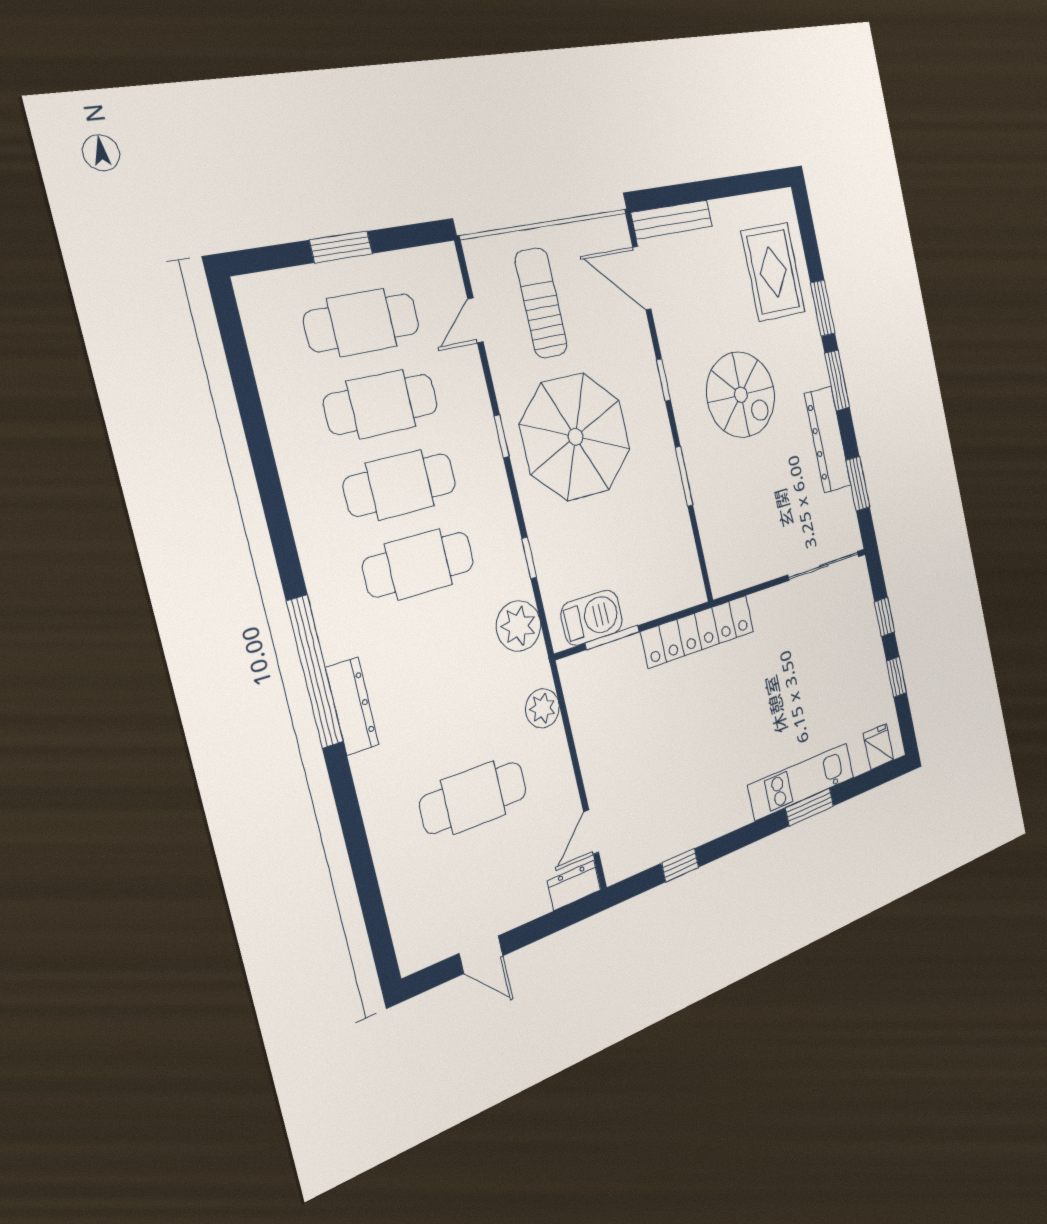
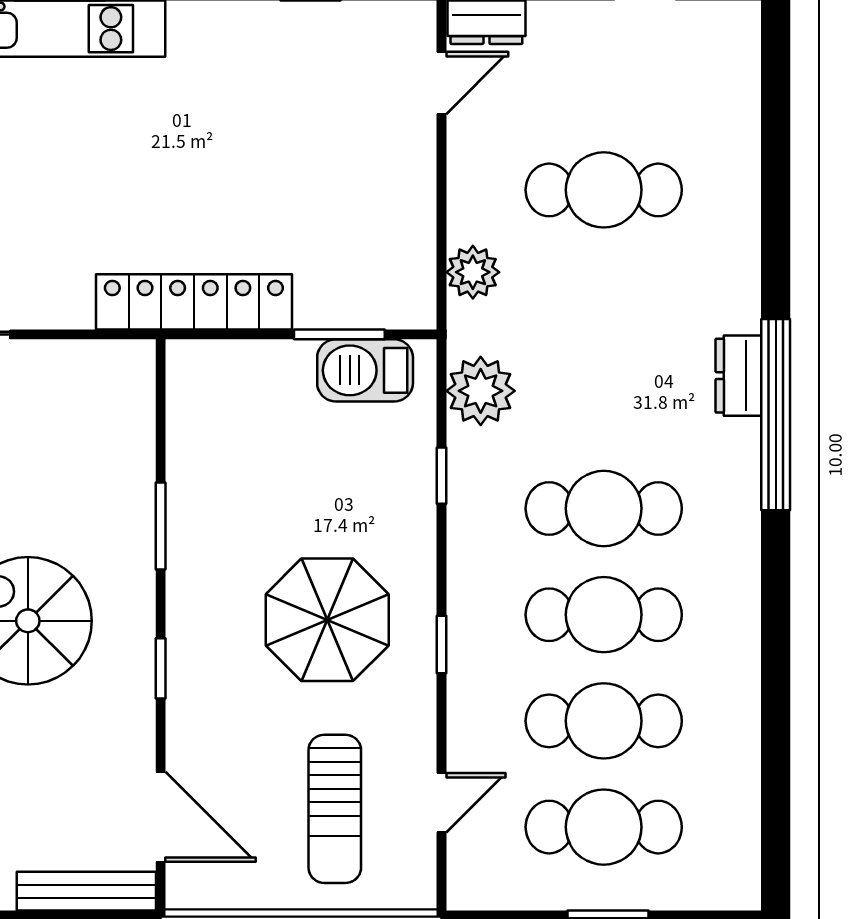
parasol: (575, 437) -> (327, 620), width x0.73, depth x0.73
dresser: (352, 706) -> (738, 376), width x0.70

